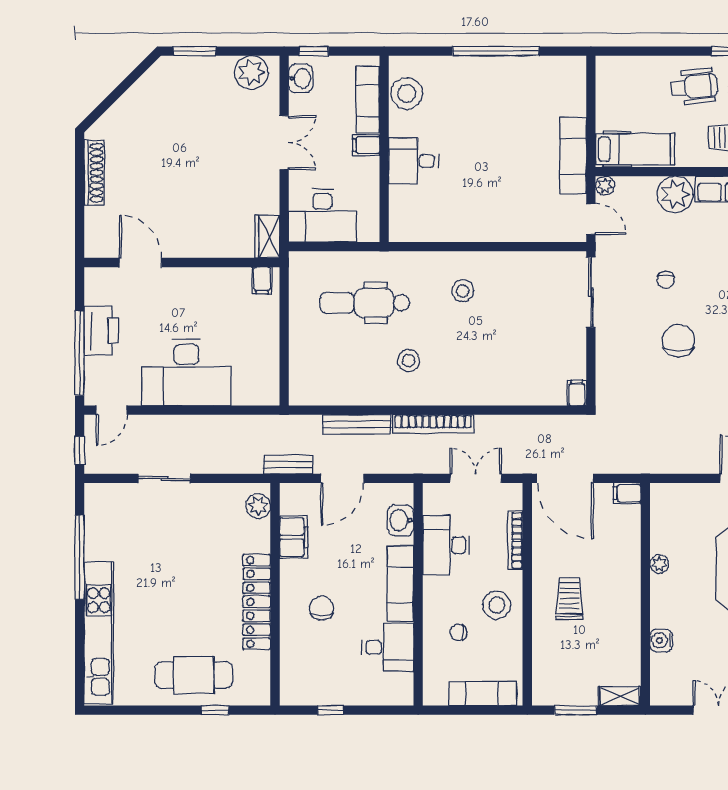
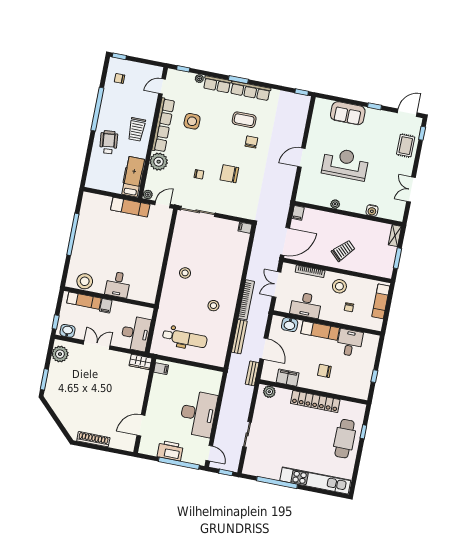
dental chair: (365, 303) -> (185, 338), moved, turned -90
trolley: (569, 599) -> (343, 251), turned 134

